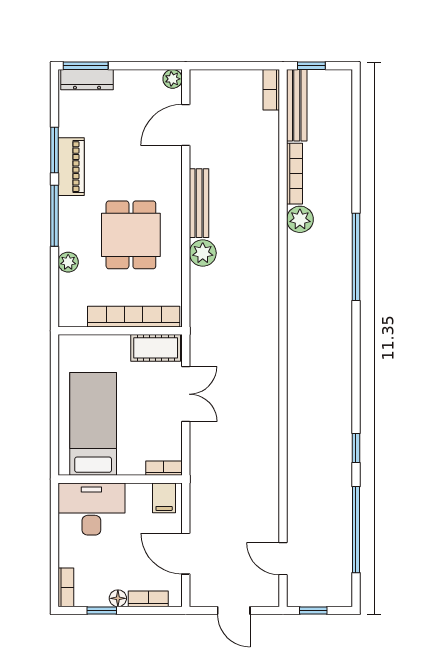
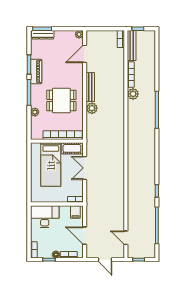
dining table: (131, 235) -> (61, 100), turned 90
double door: (186, 394) -> (85, 168), swing flipped
bed: (93, 424) -> (51, 165), moved, turned 180

